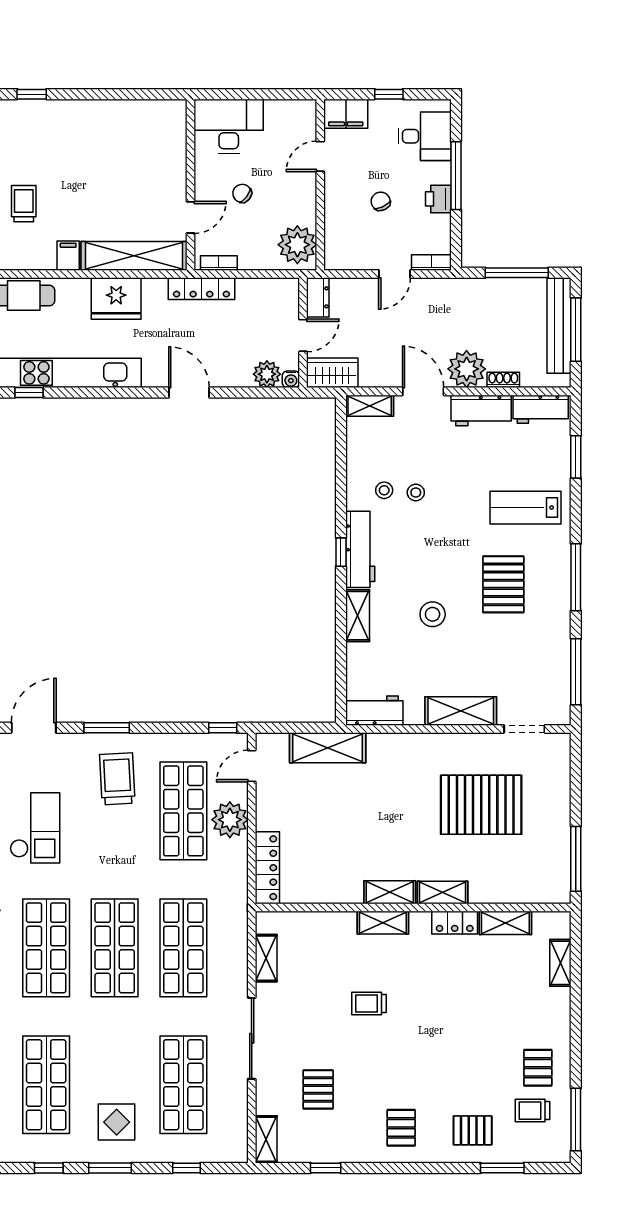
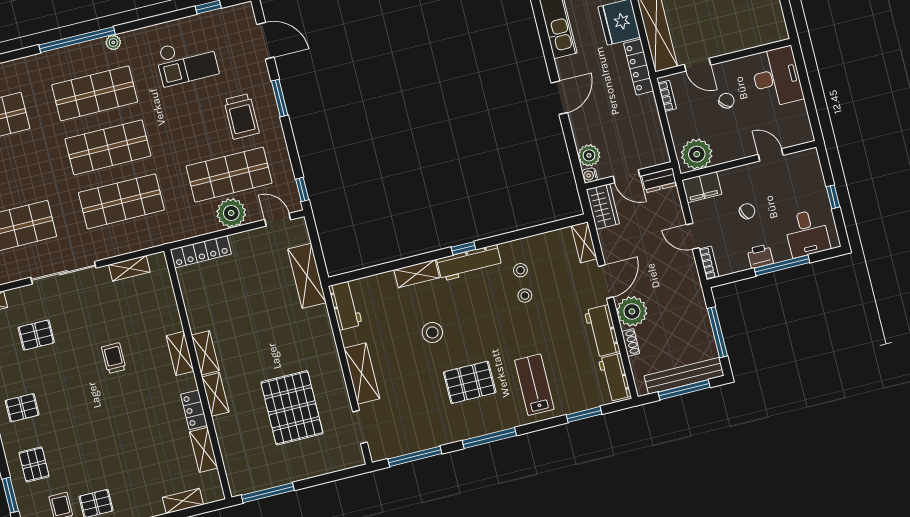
filing cabinet: (346, 114) -> (702, 187), moved, turned -90
locker: (201, 289) -> (639, 67), moved
trolley: (117, 779) -> (241, 116), turned 93

